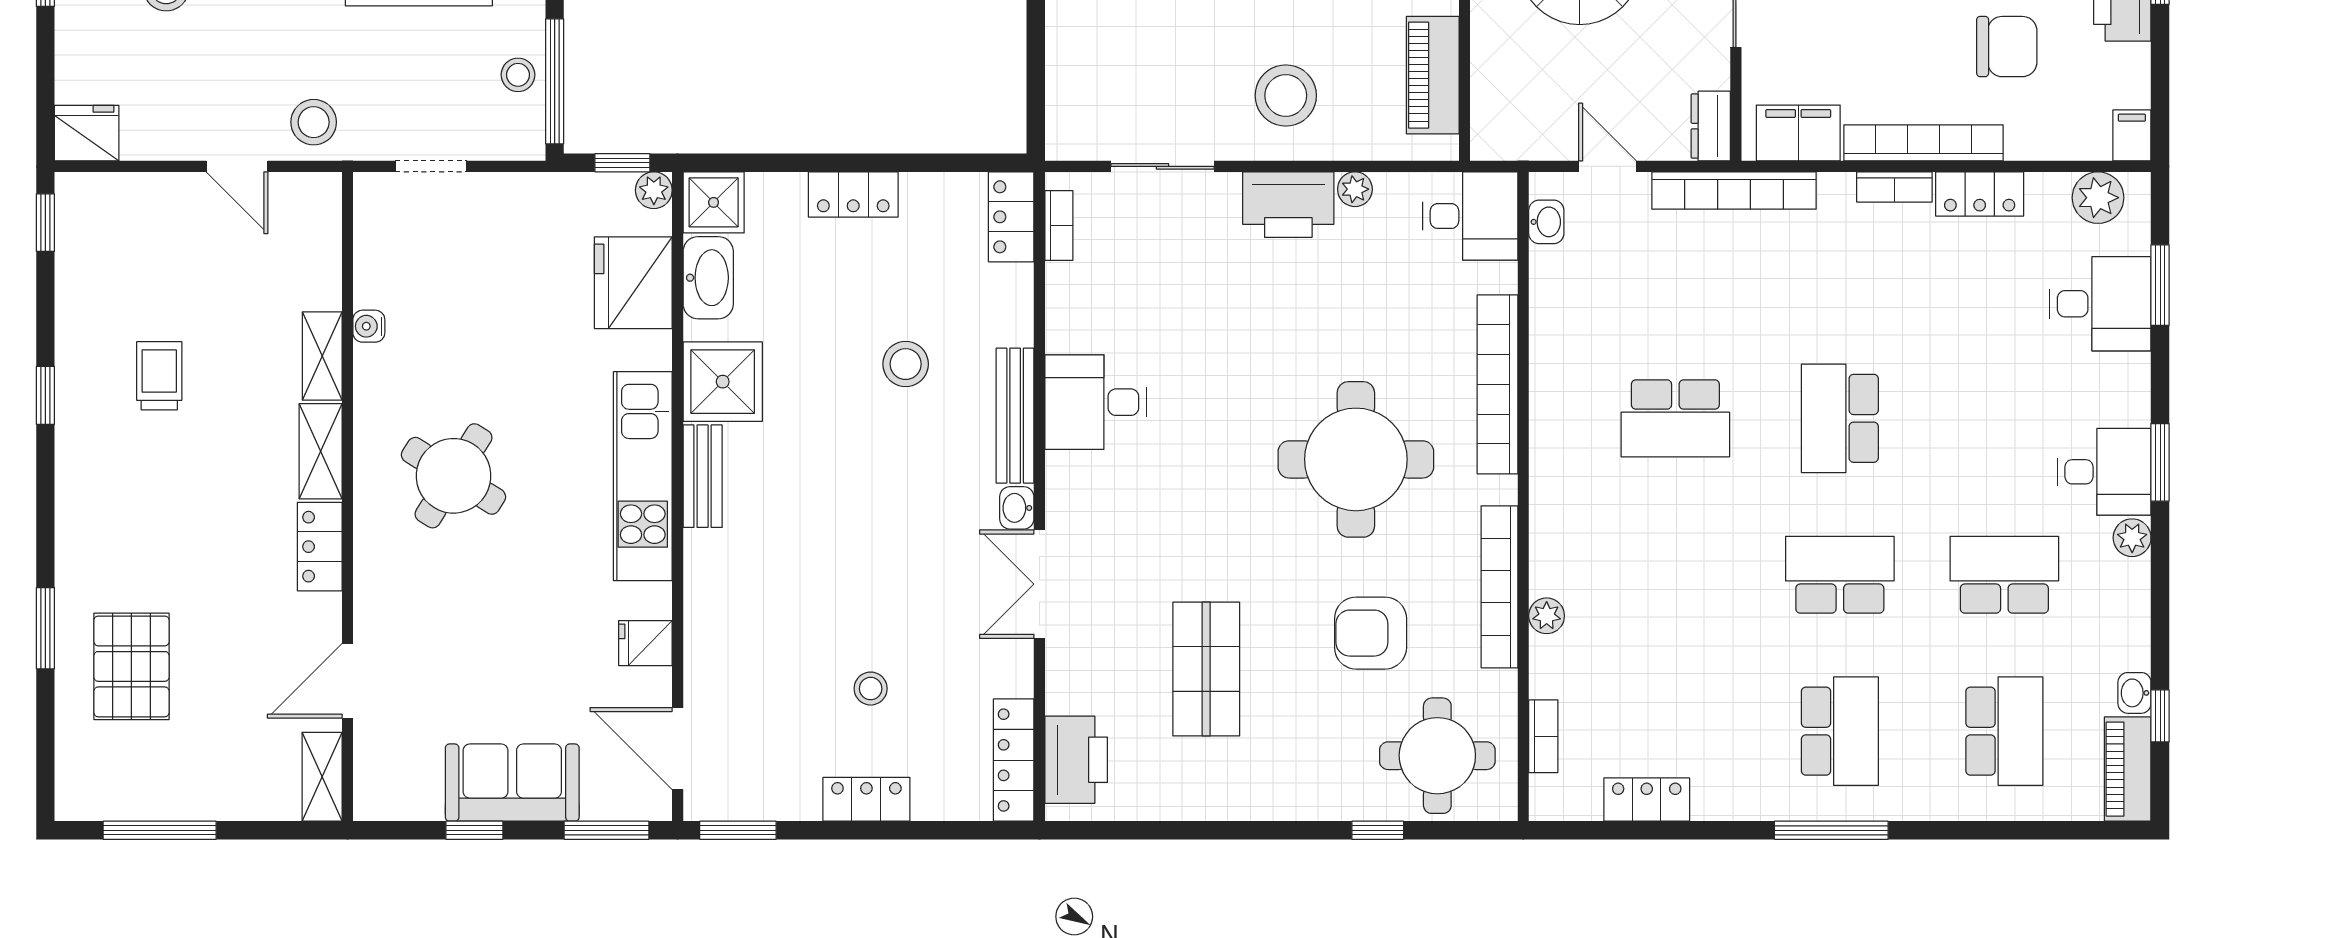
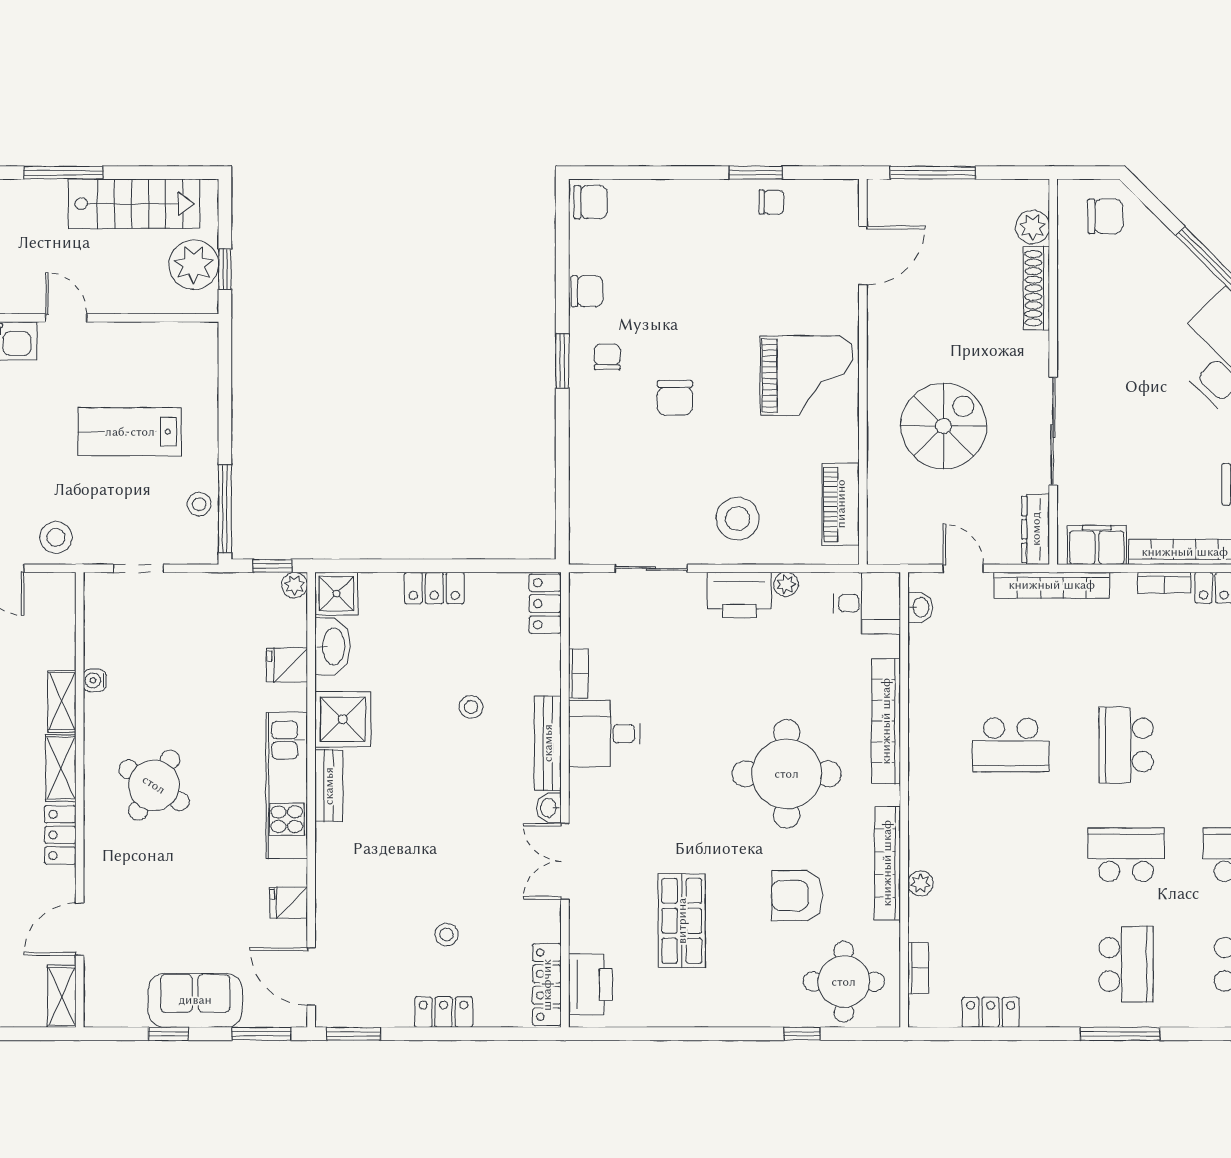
dresser: (1711, 126) -> (1036, 529), width x1.44
bookcase: (1059, 225) -> (578, 673), moved
fridge: (633, 283) -> (287, 665), width x0.53, depth x0.75
stool: (906, 364) -> (471, 707), width x0.73, depth x0.73

